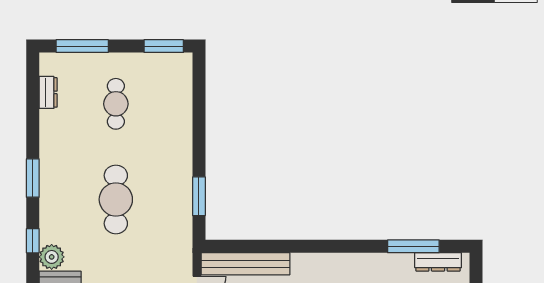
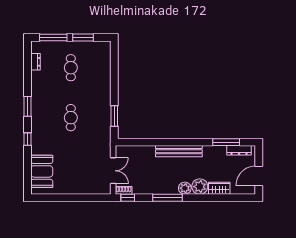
window: (164, 46) -> (83, 38), moved
cafe table: (116, 199) -> (71, 118), width x0.73, depth x0.74
plant: (52, 257) -> (37, 148), removed
bench: (245, 264) -> (179, 151), moved

